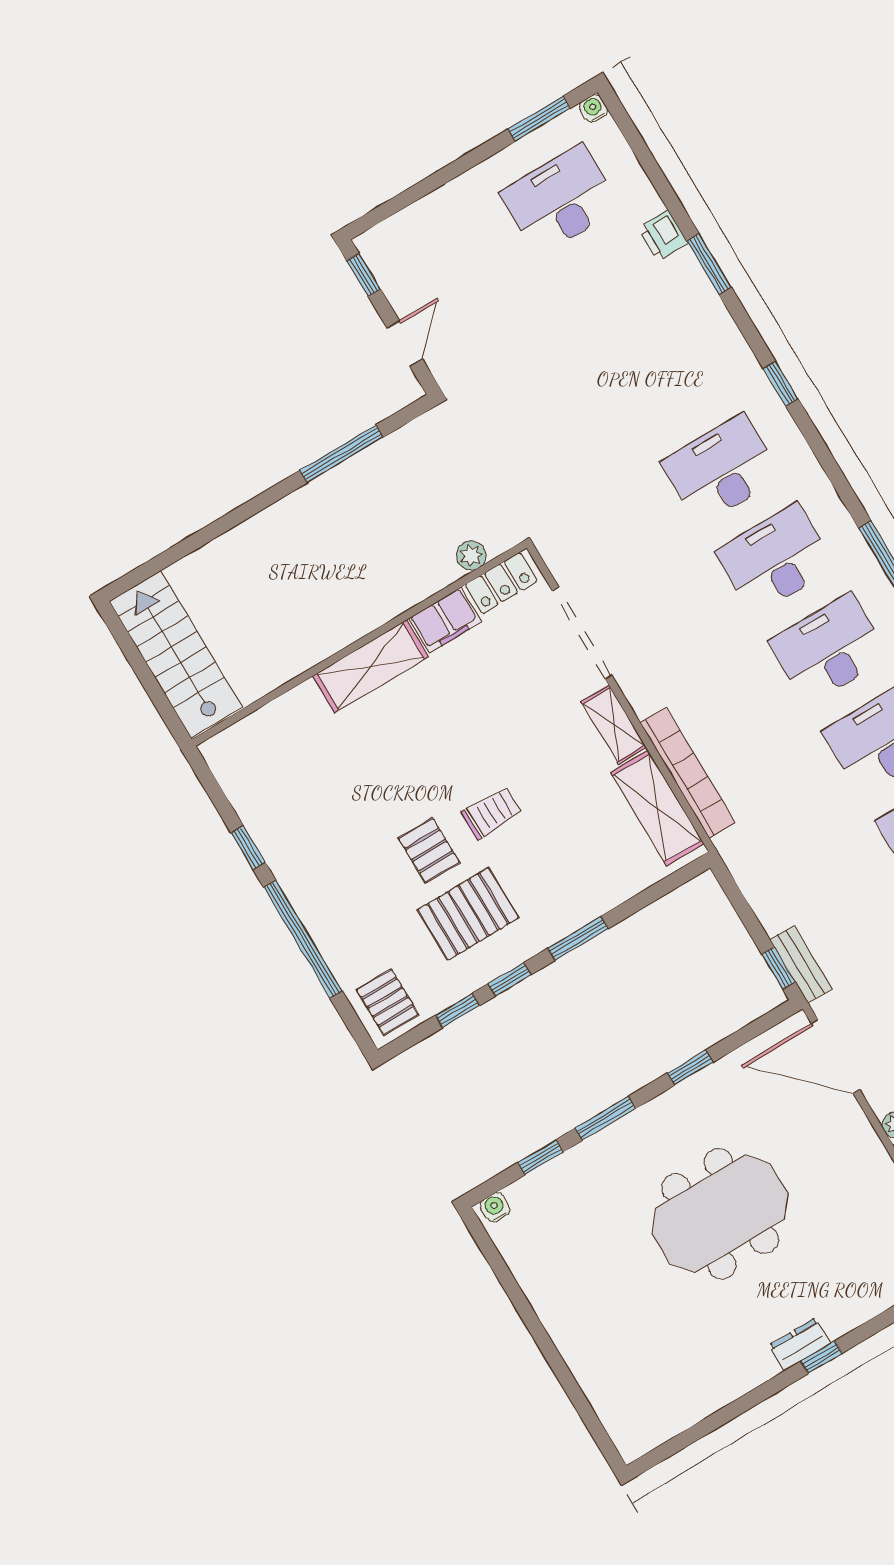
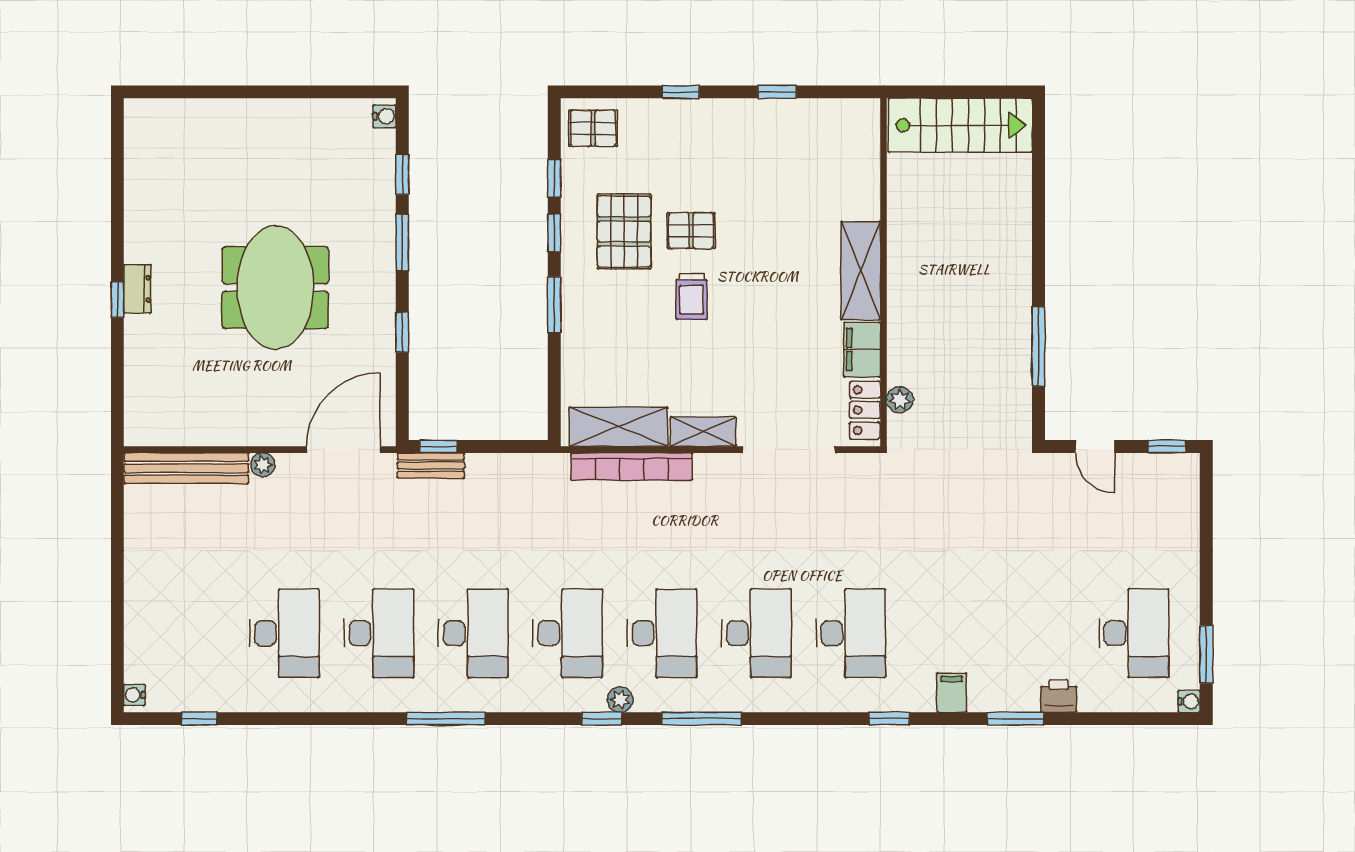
filing cabinet: (721, 339) -> (952, 693), added
window: (303, 939) -> (681, 92), width x0.32

